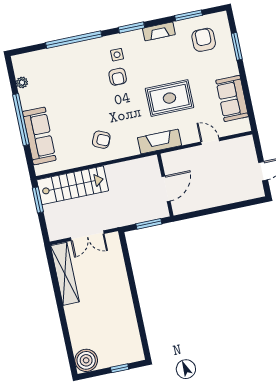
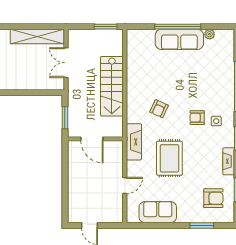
sofa: (39, 136) -> (179, 39), moved
armchair: (101, 140) -> (159, 109), moved
stairs: (73, 185) -> (112, 86), moved

